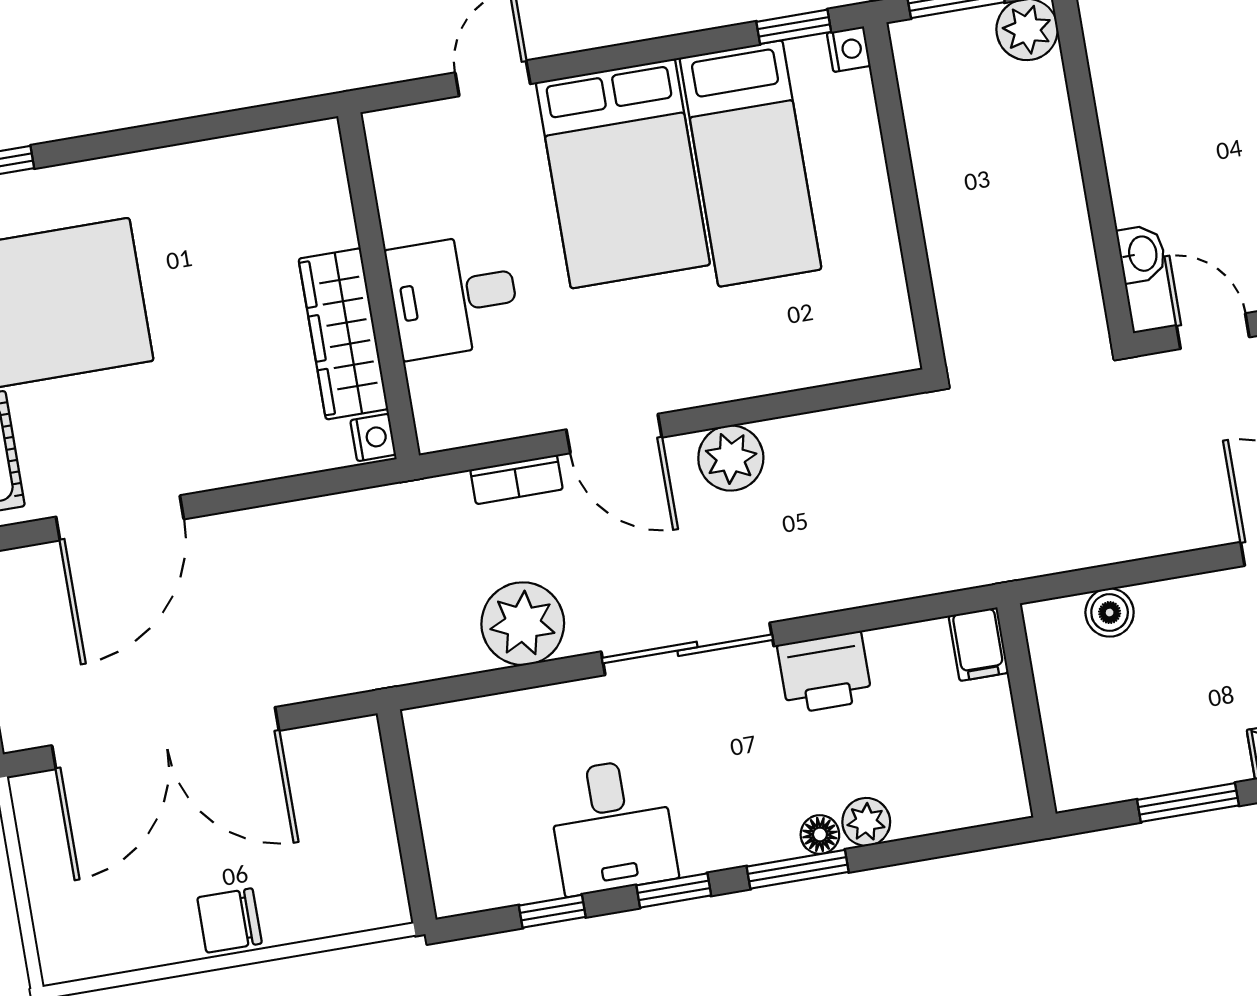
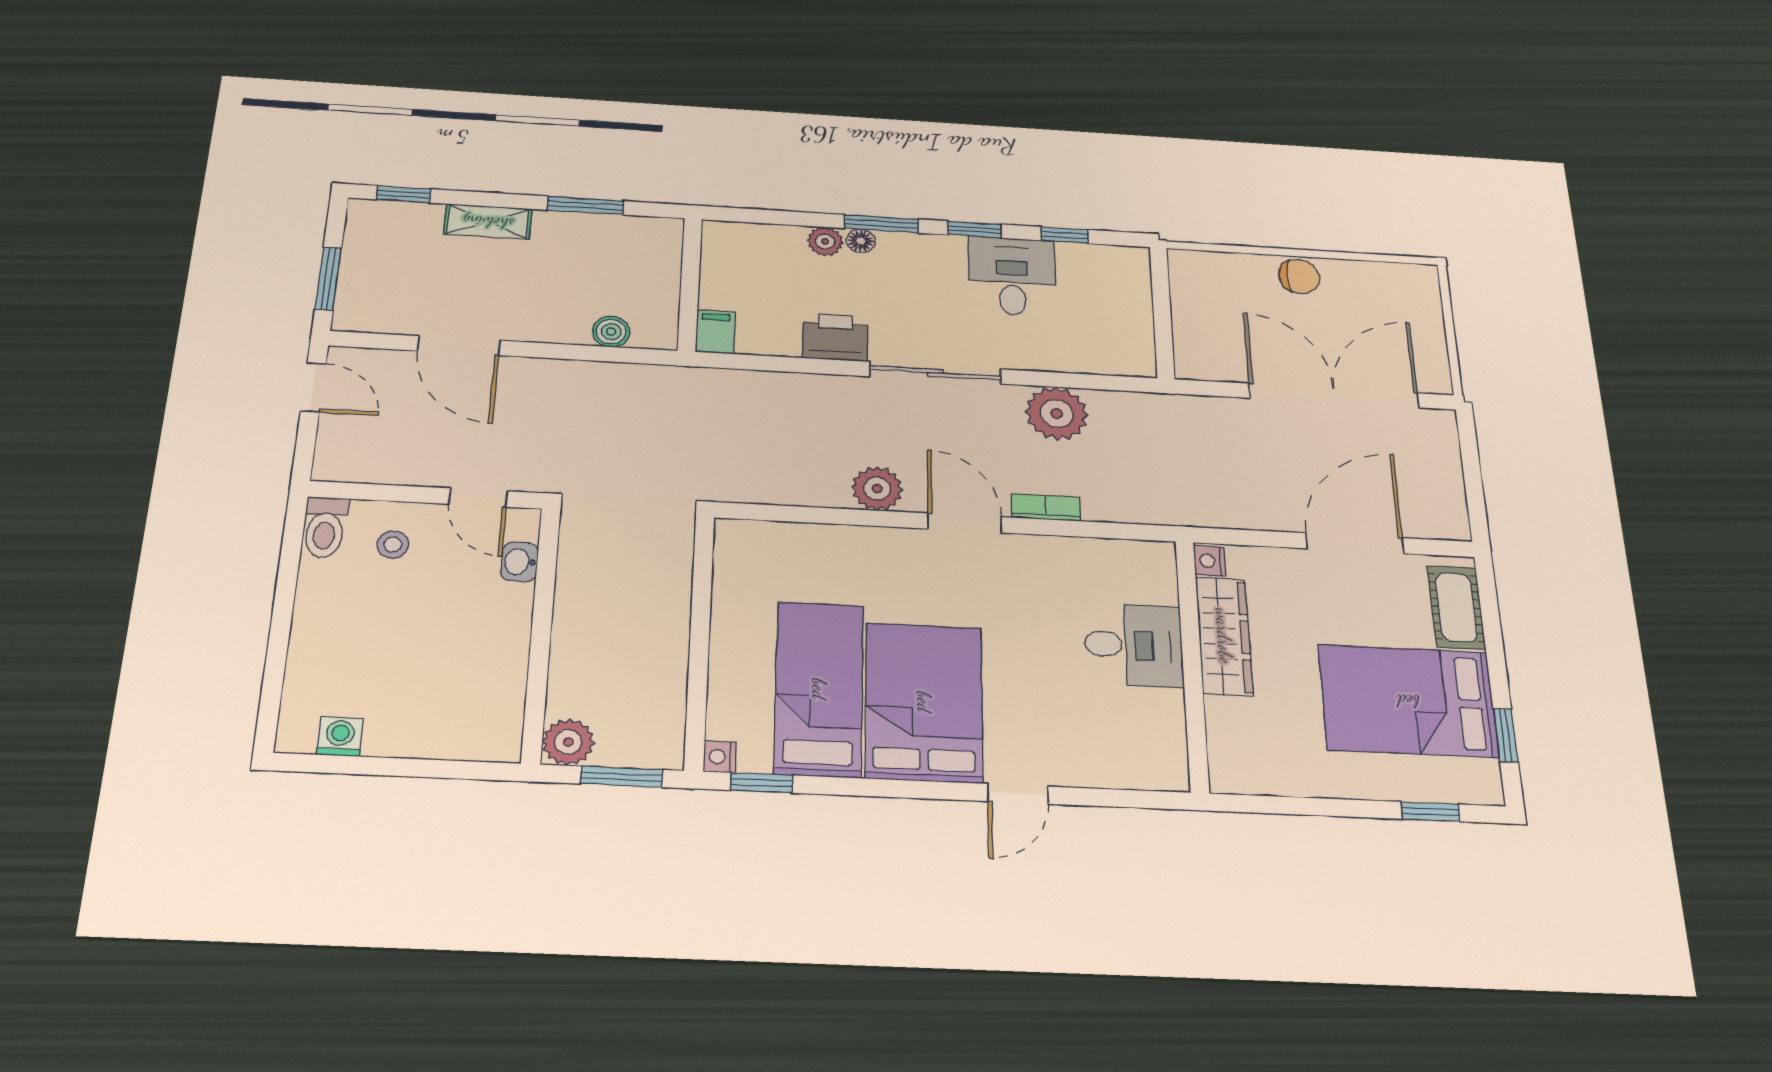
wall: (379, 286) -> (1192, 664), moved
desk: (453, 296) -> (1133, 645), moved
wardrobe: (343, 334) -> (1224, 636), moved
nightstand: (373, 437) -> (1210, 561), moved

